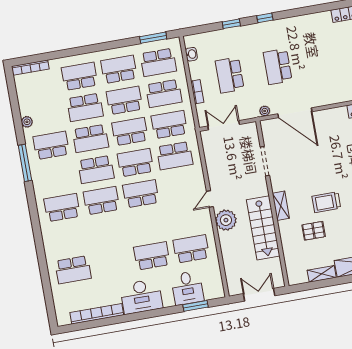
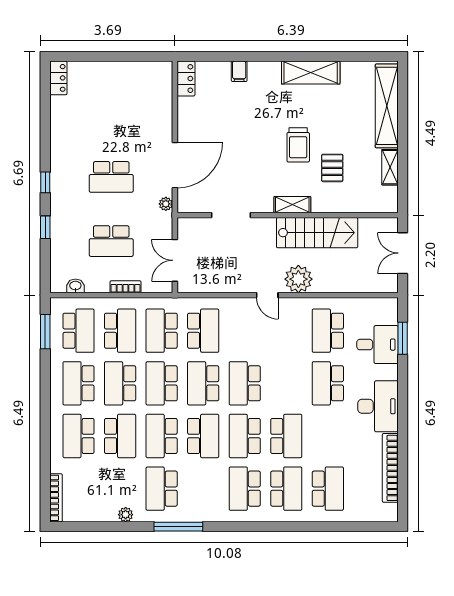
school desk: (91, 138) -> (162, 436), turned 180
school desk: (107, 232) -> (286, 436), added
school desk: (68, 239) -> (286, 489), added

